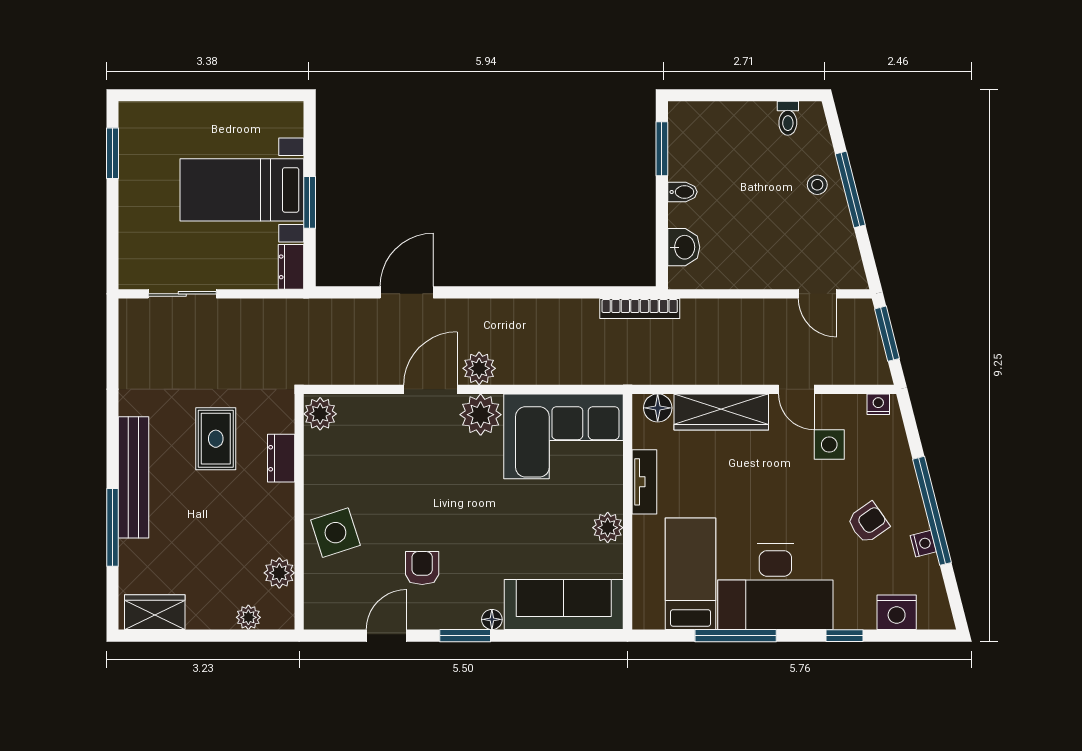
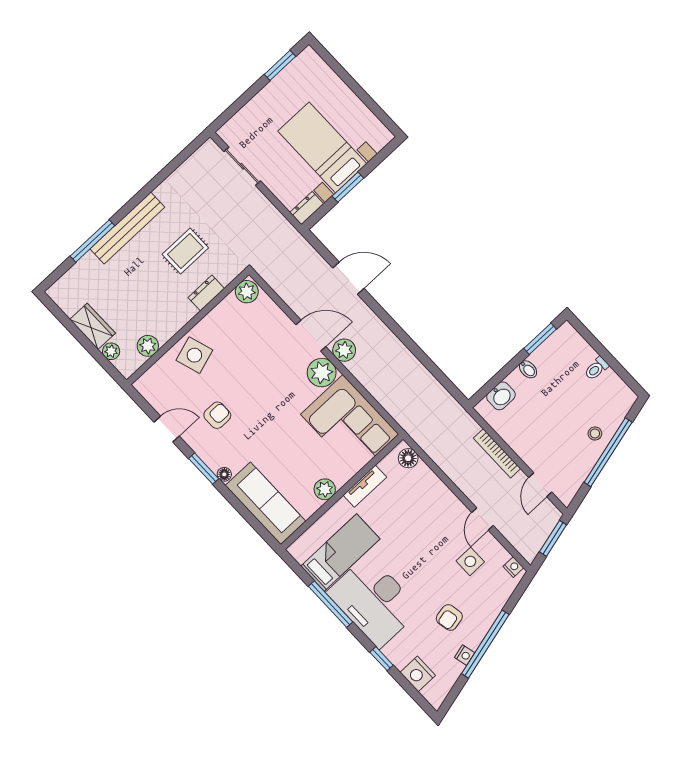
toilet: (788, 118) -> (597, 368), moved
window: (850, 189) -> (608, 452), width x1.46
bookcase: (640, 308) -> (497, 453), moved
wardrobe: (721, 412) -> (436, 492), removed
armchair: (868, 523) -> (449, 618), turned 114
wardrobe: (155, 612) -> (93, 326), moved

